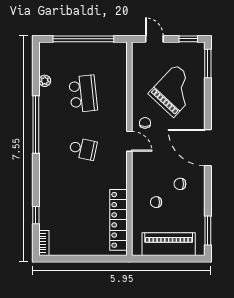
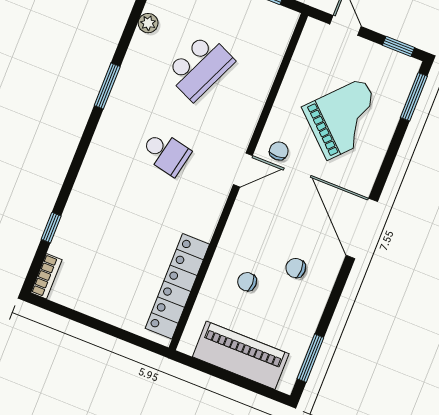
school desk: (83, 94) -> (200, 67), turned 30
window: (36, 125) -> (107, 86), width x0.47
door: (129, 141) -> (243, 170), hinge flipped

